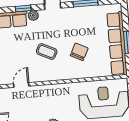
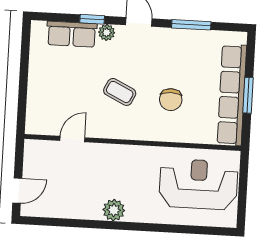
chair: (79, 52) -> (171, 100), turned 153

